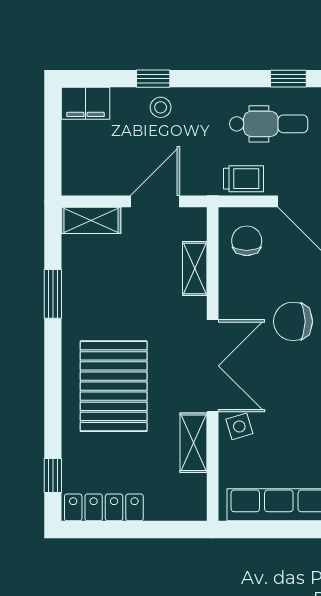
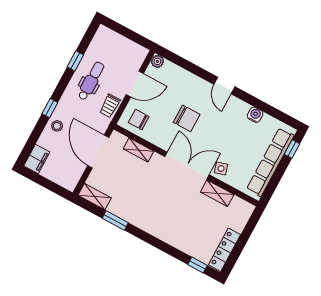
window: (153, 79) -> (50, 108), moved
trolley: (244, 179) -> (110, 106), turned 180
door: (155, 201) -> (98, 151), width x1.36
shelving: (91, 220) -> (95, 197), moved, turned 90
chair: (293, 321) -> (187, 118), turned -90
pallet: (114, 386) -> (172, 216), removed

